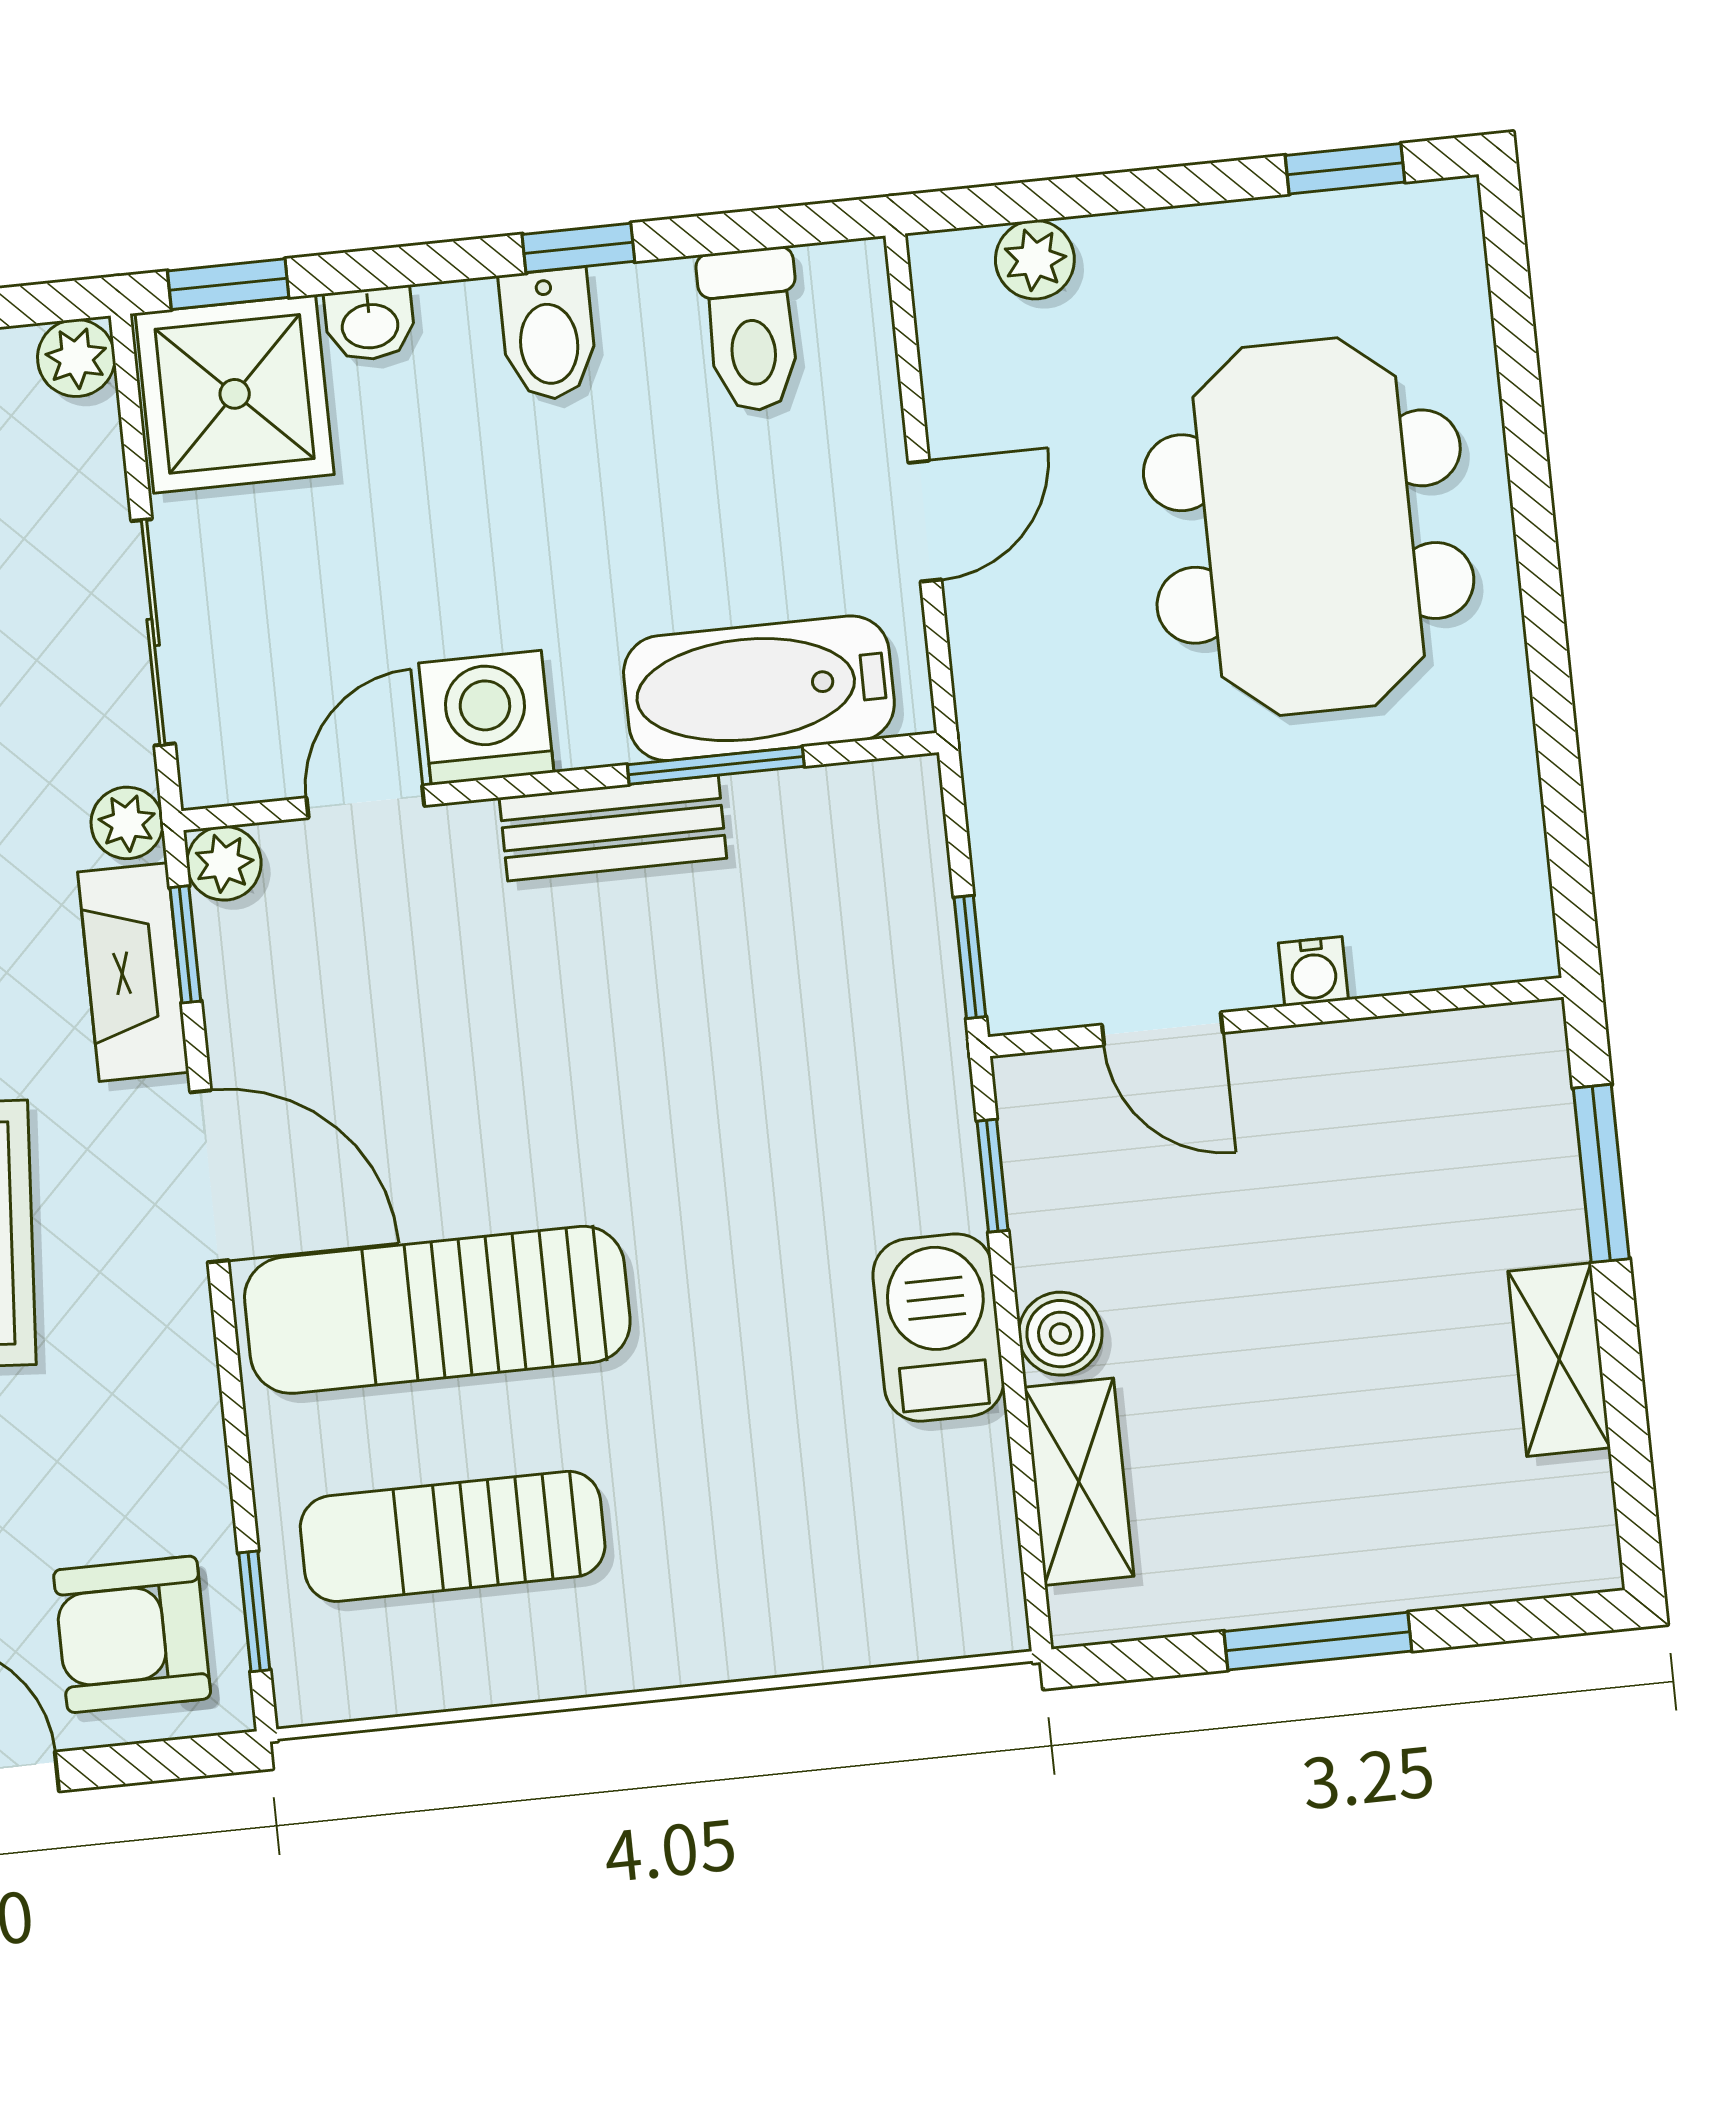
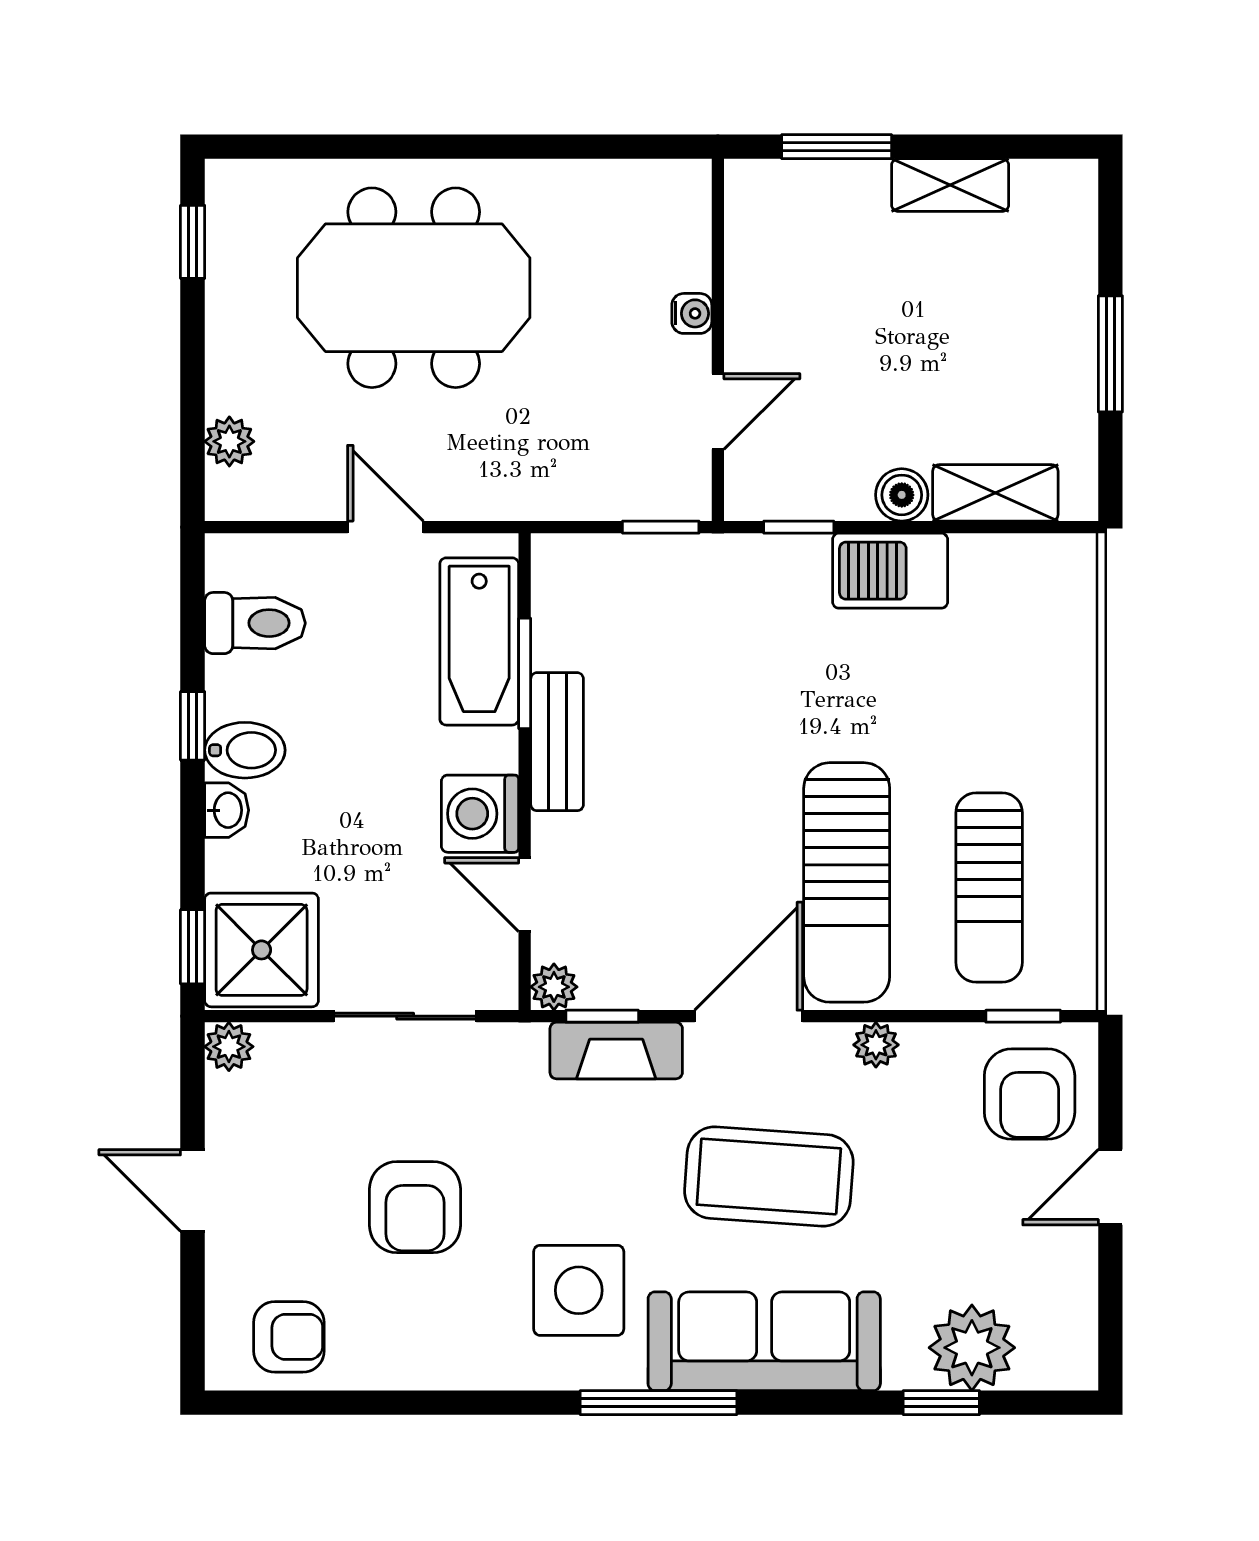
washbasin: (370, 324) -> (227, 810), moved
plant: (127, 823) -> (876, 1045), moved

